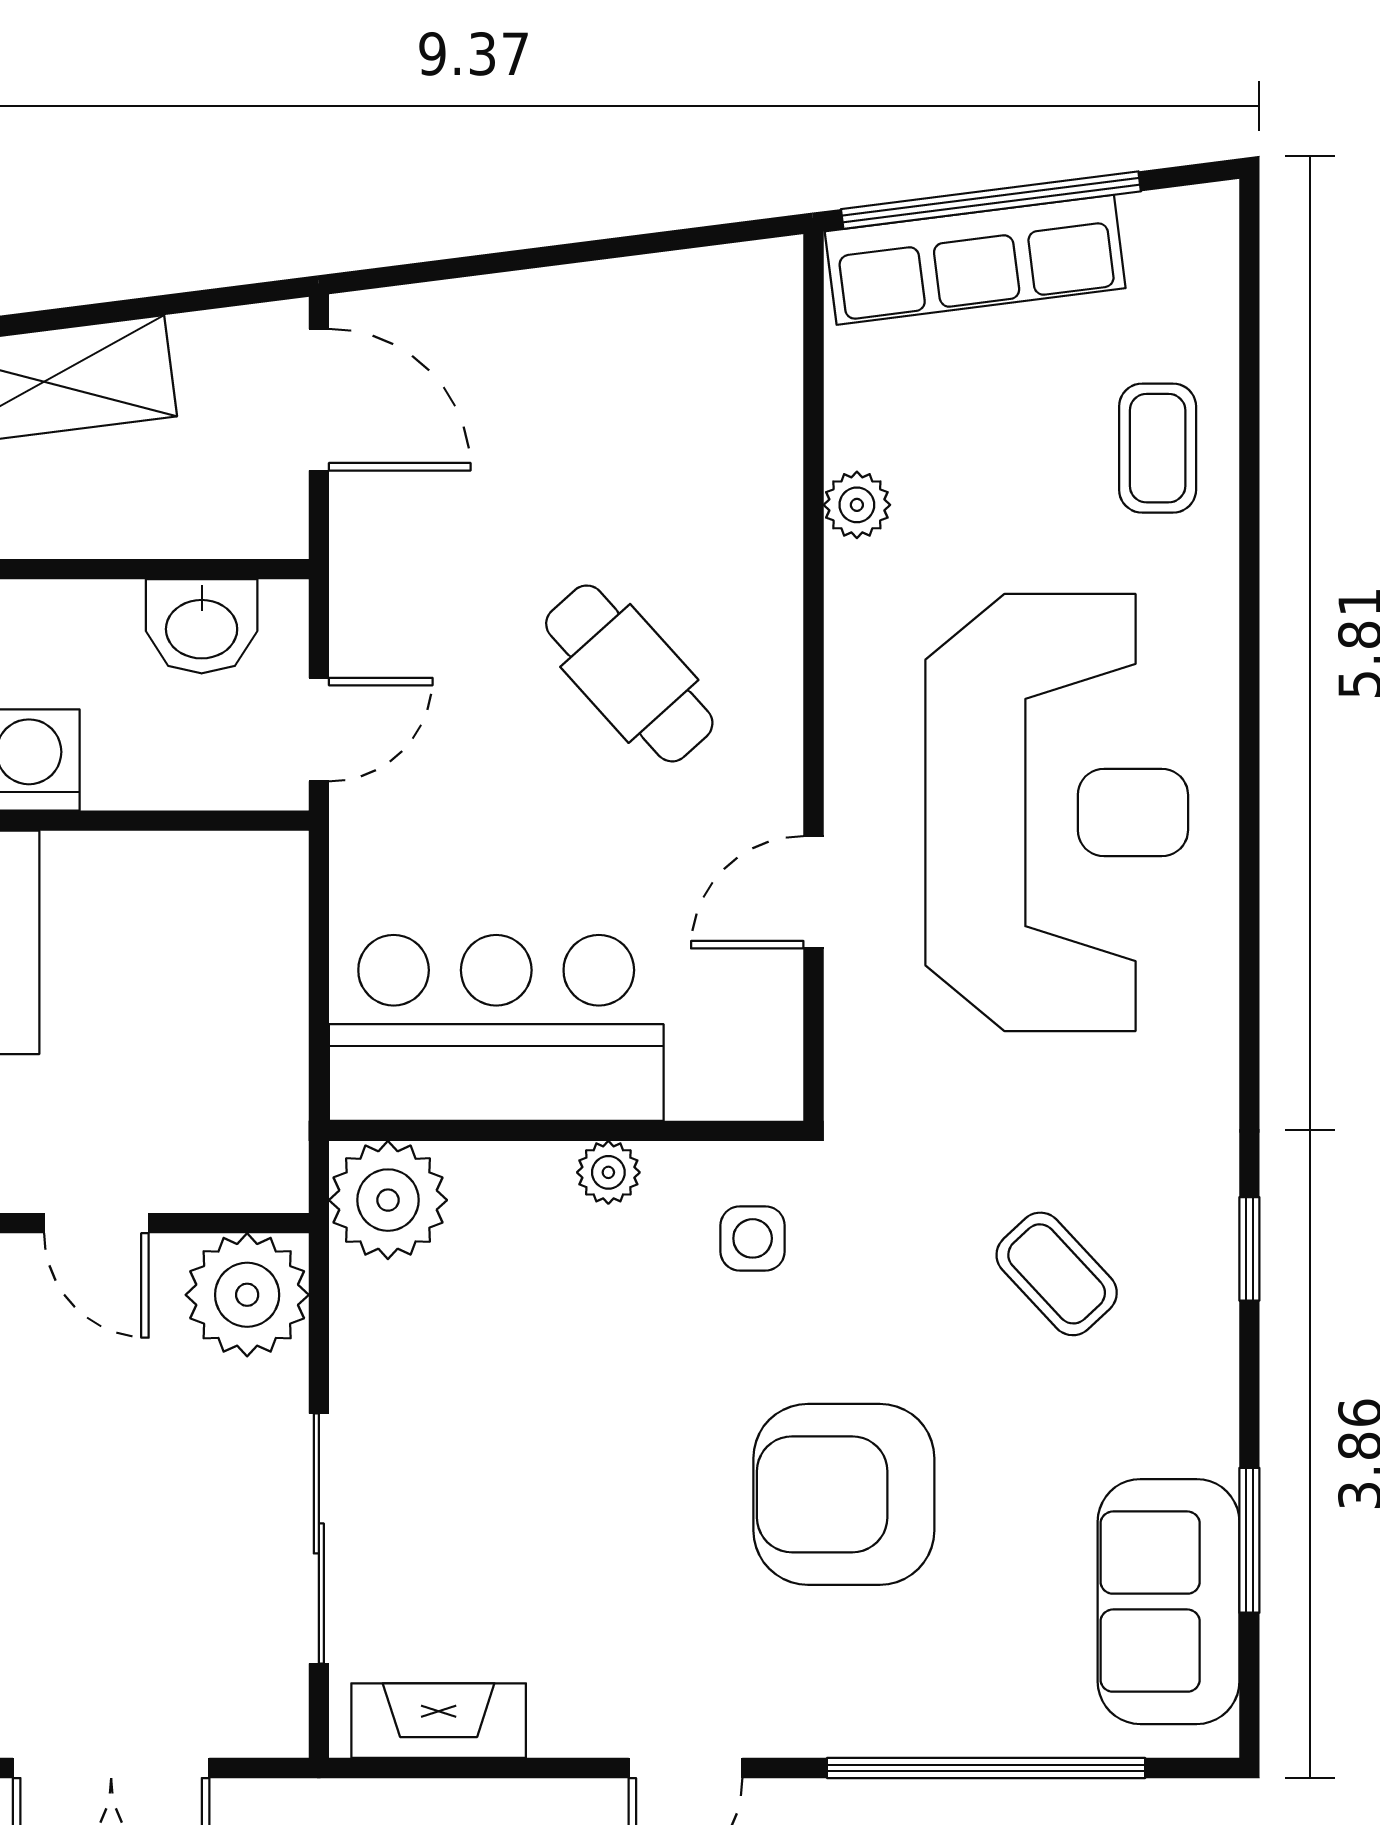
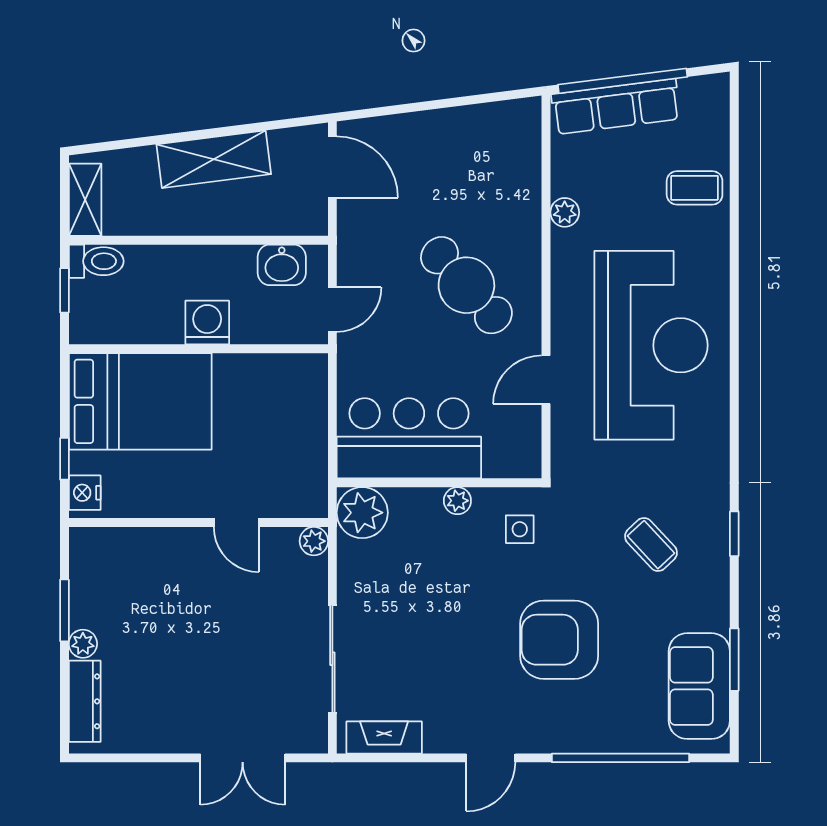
coffee table: (1158, 448) -> (695, 188), turned 90
cafe table: (629, 673) -> (466, 285), width x1.37, depth x1.35
plant: (247, 1295) -> (314, 541), width x0.53, depth x0.53

